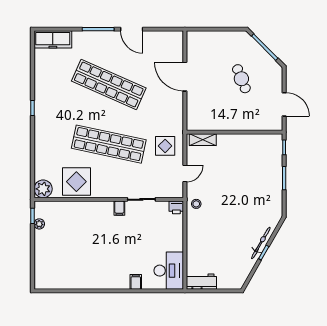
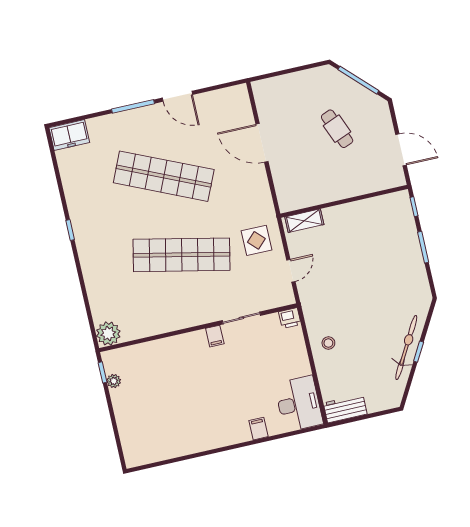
freezer: (53, 39) -> (69, 135), width x0.71
display table: (76, 182) -> (150, 314), removed
stool: (196, 204) -> (328, 343), moved
bicycle: (261, 243) -> (406, 347), width x1.37, depth x1.40

